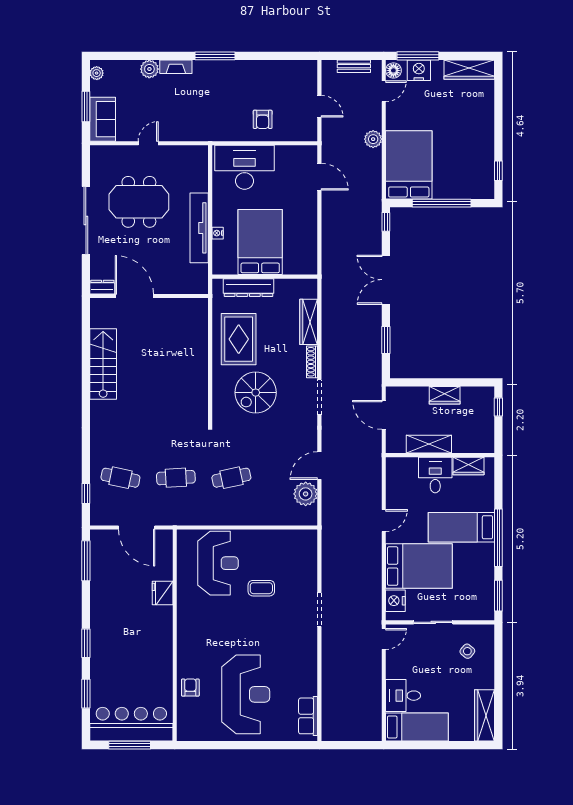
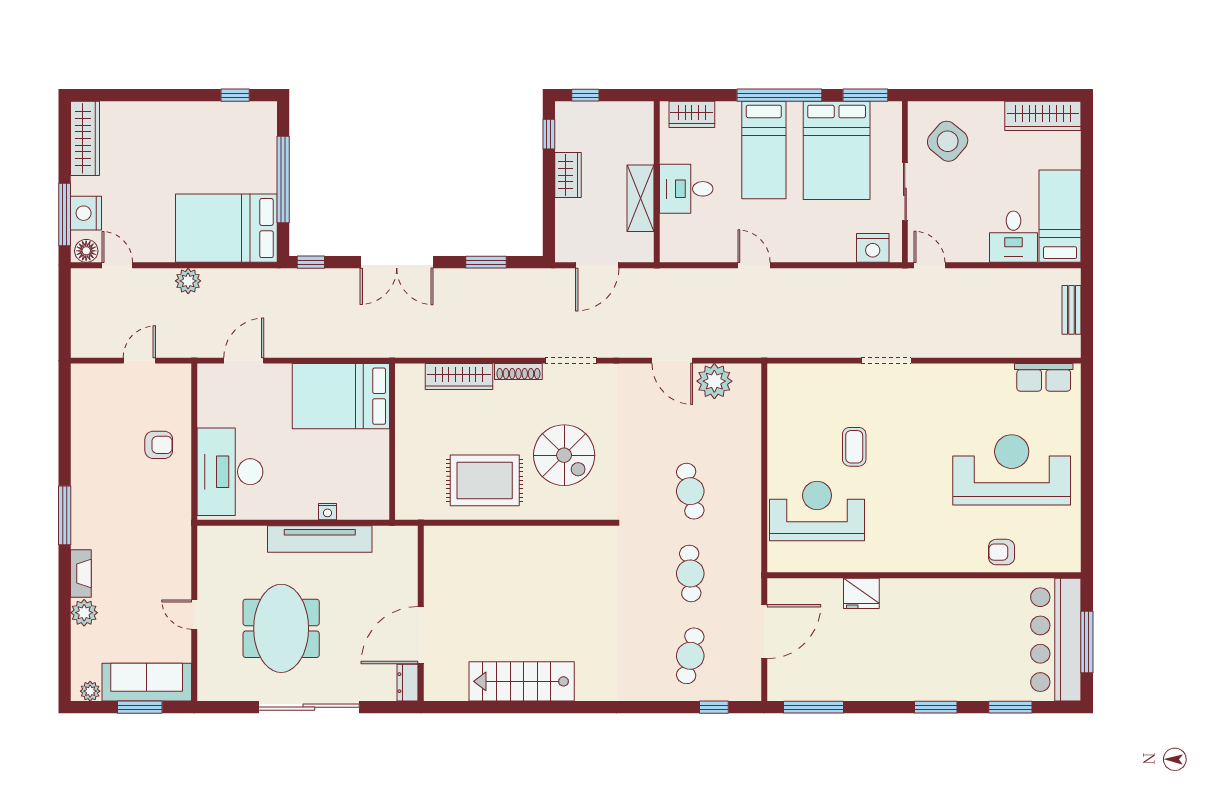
bench: (354, 66) -> (1072, 310), moved
sofa: (103, 119) -> (147, 682), width x1.36
bed: (260, 242) -> (341, 396), moved
dresser: (249, 288) -> (408, 466), removed
window: (472, 382) -> (549, 134), added
wardrobe: (468, 466) -> (692, 114), moved, turned 90
bed: (419, 566) -> (837, 150), moved, turned 180
side table: (467, 651) -> (948, 141), width x1.87, depth x1.87

